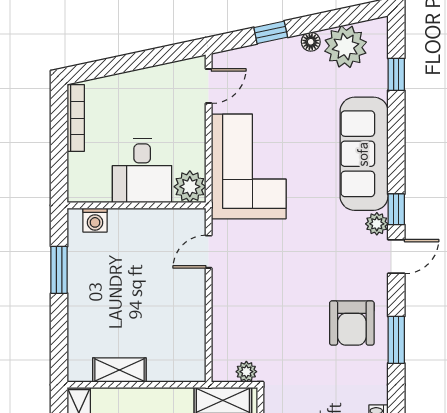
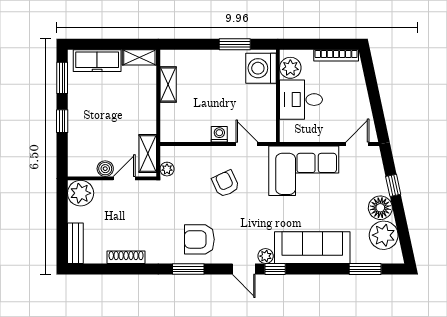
floor lamp: (311, 42) -> (380, 208), width x1.89, depth x1.89
window: (396, 74) -> (365, 269), width x1.50
door: (209, 86) -> (357, 144), swing flipped
plant: (190, 187) -> (290, 68), moved
washing machine: (95, 220) -> (261, 68), width x1.89, depth x1.89
armchair: (268, 284) -> (226, 184), added
washing machine: (194, 293) -> (219, 134), added

